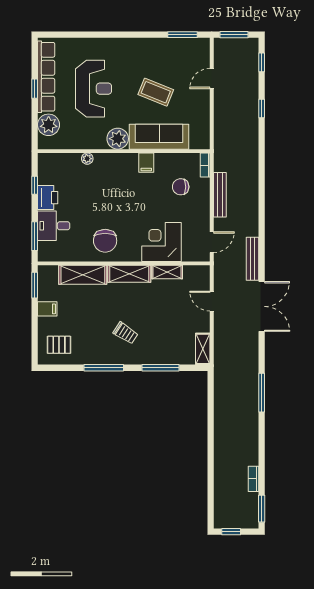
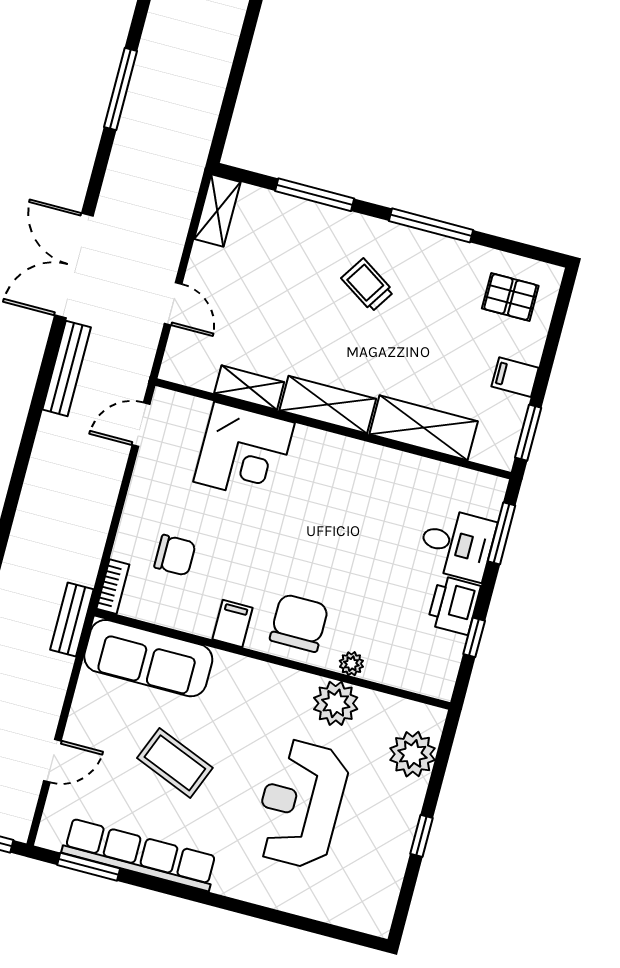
row of seats: (46, 77) -> (140, 855), moved, turned 90
sofa: (159, 137) -> (148, 658), moved
plant: (118, 139) -> (336, 703), moved
bench: (220, 195) -> (72, 620), moved, width x0.73
chair: (105, 241) -> (299, 623), moved

